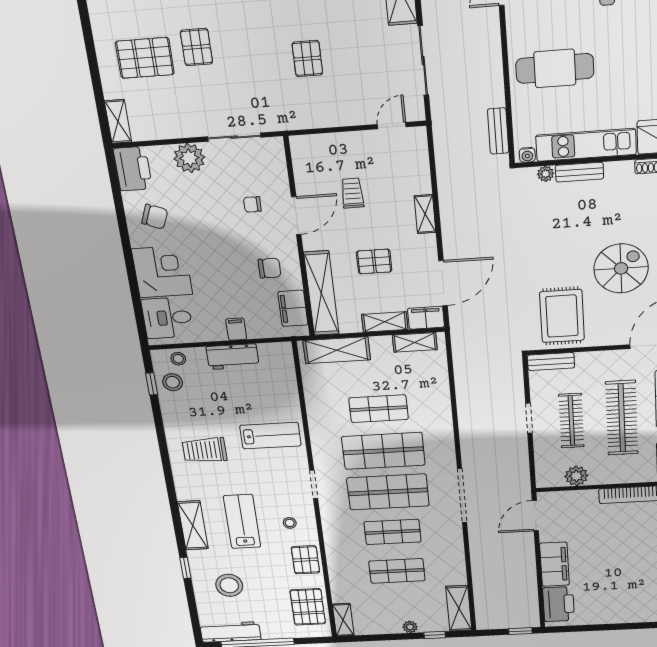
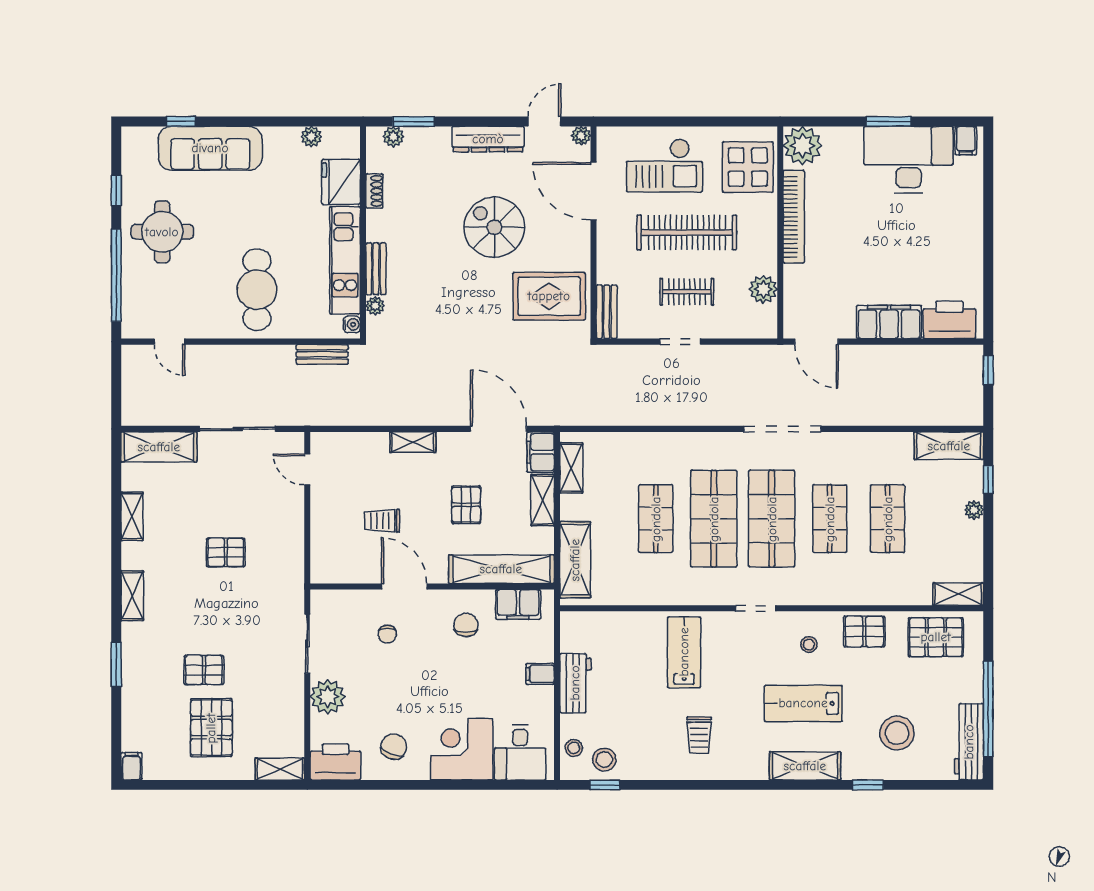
clothes rail: (571, 421) -> (687, 292), width x0.73
trolley: (205, 450) -> (699, 735), width x0.73, depth x0.72

